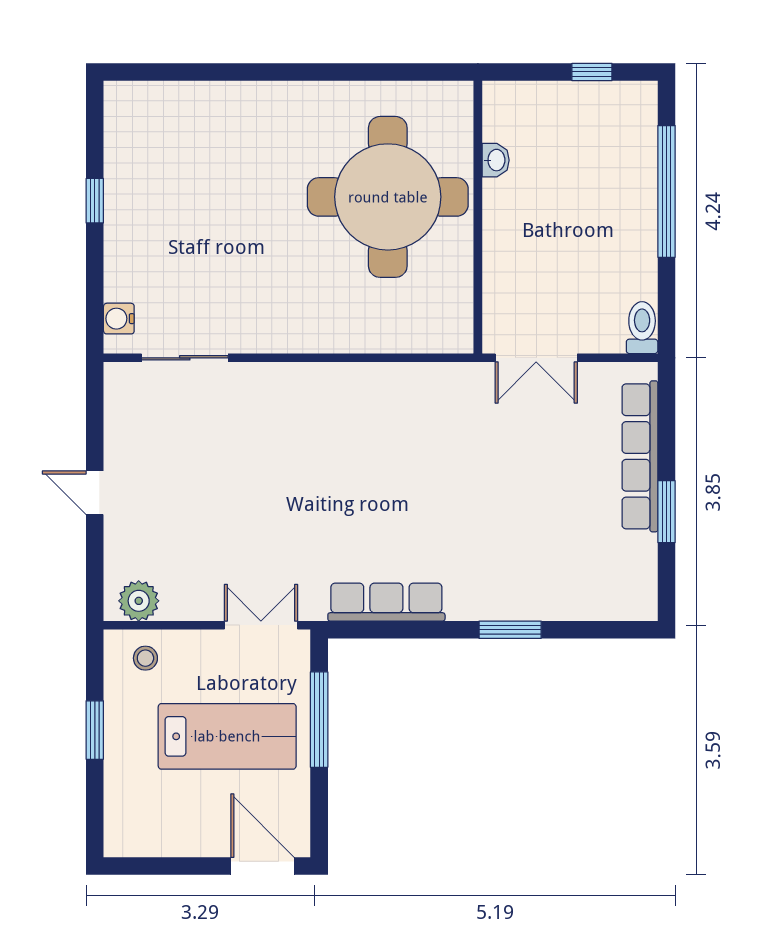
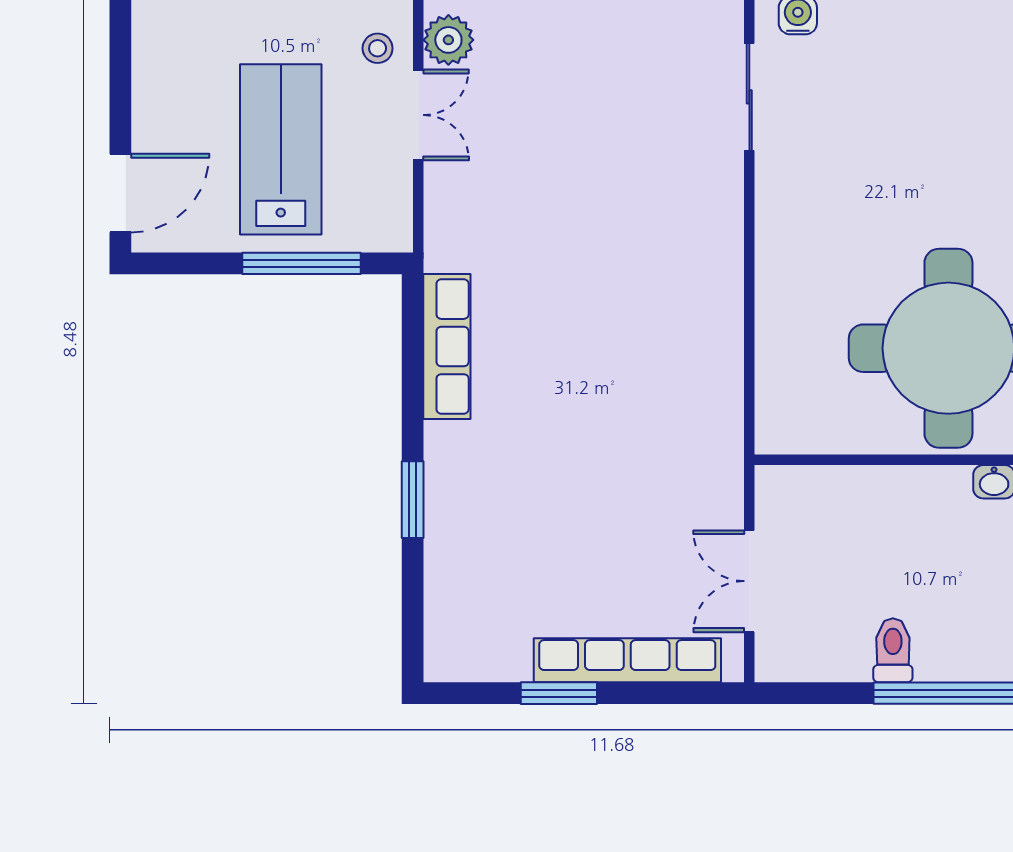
toilet: (642, 328) -> (893, 650), moved, turned -90
double door: (536, 358) -> (749, 581), moved
double door: (261, 625) -> (418, 115), moved
lab bench: (227, 736) -> (281, 149), turned 180

